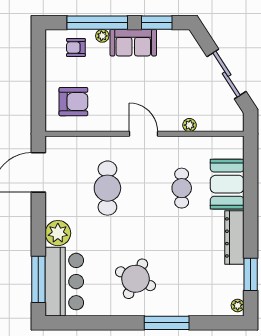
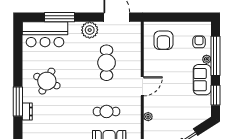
cafe table: (107, 188) -> (107, 63), turned 90
plant: (58, 233) -> (90, 30), moved
window: (38, 279) -> (60, 17), moved
dresser: (182, 309) -> (27, 111), added

